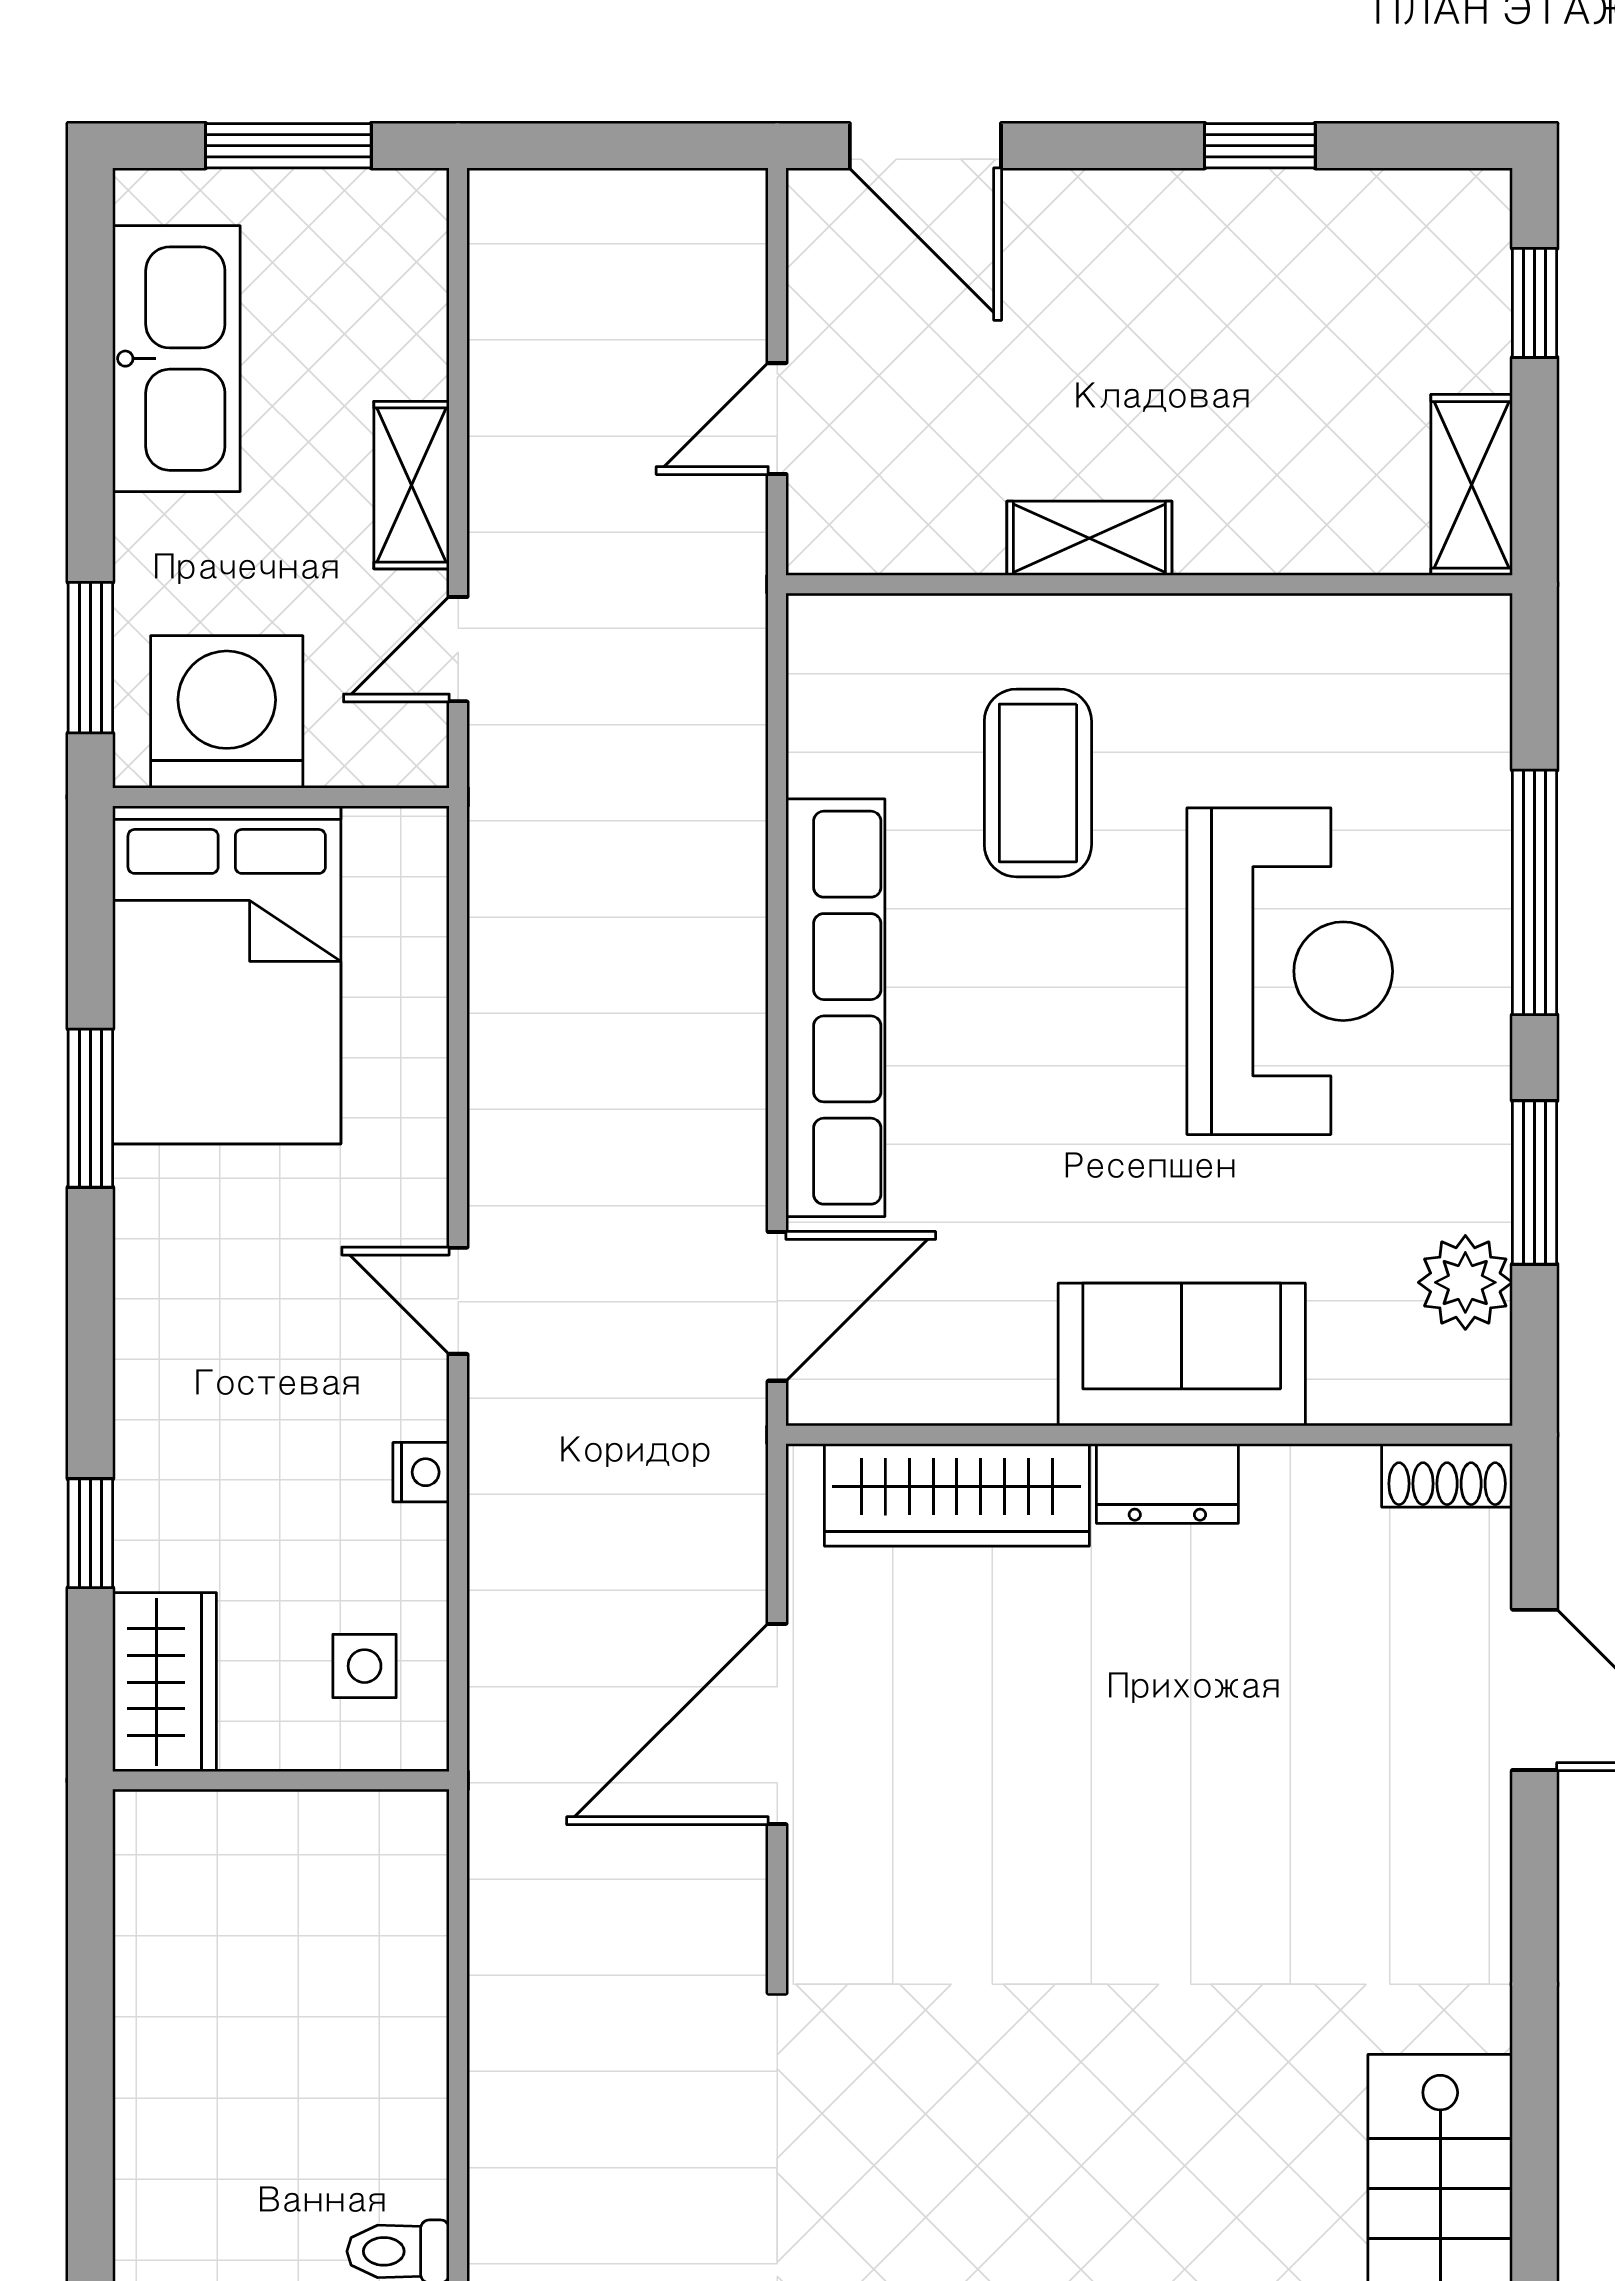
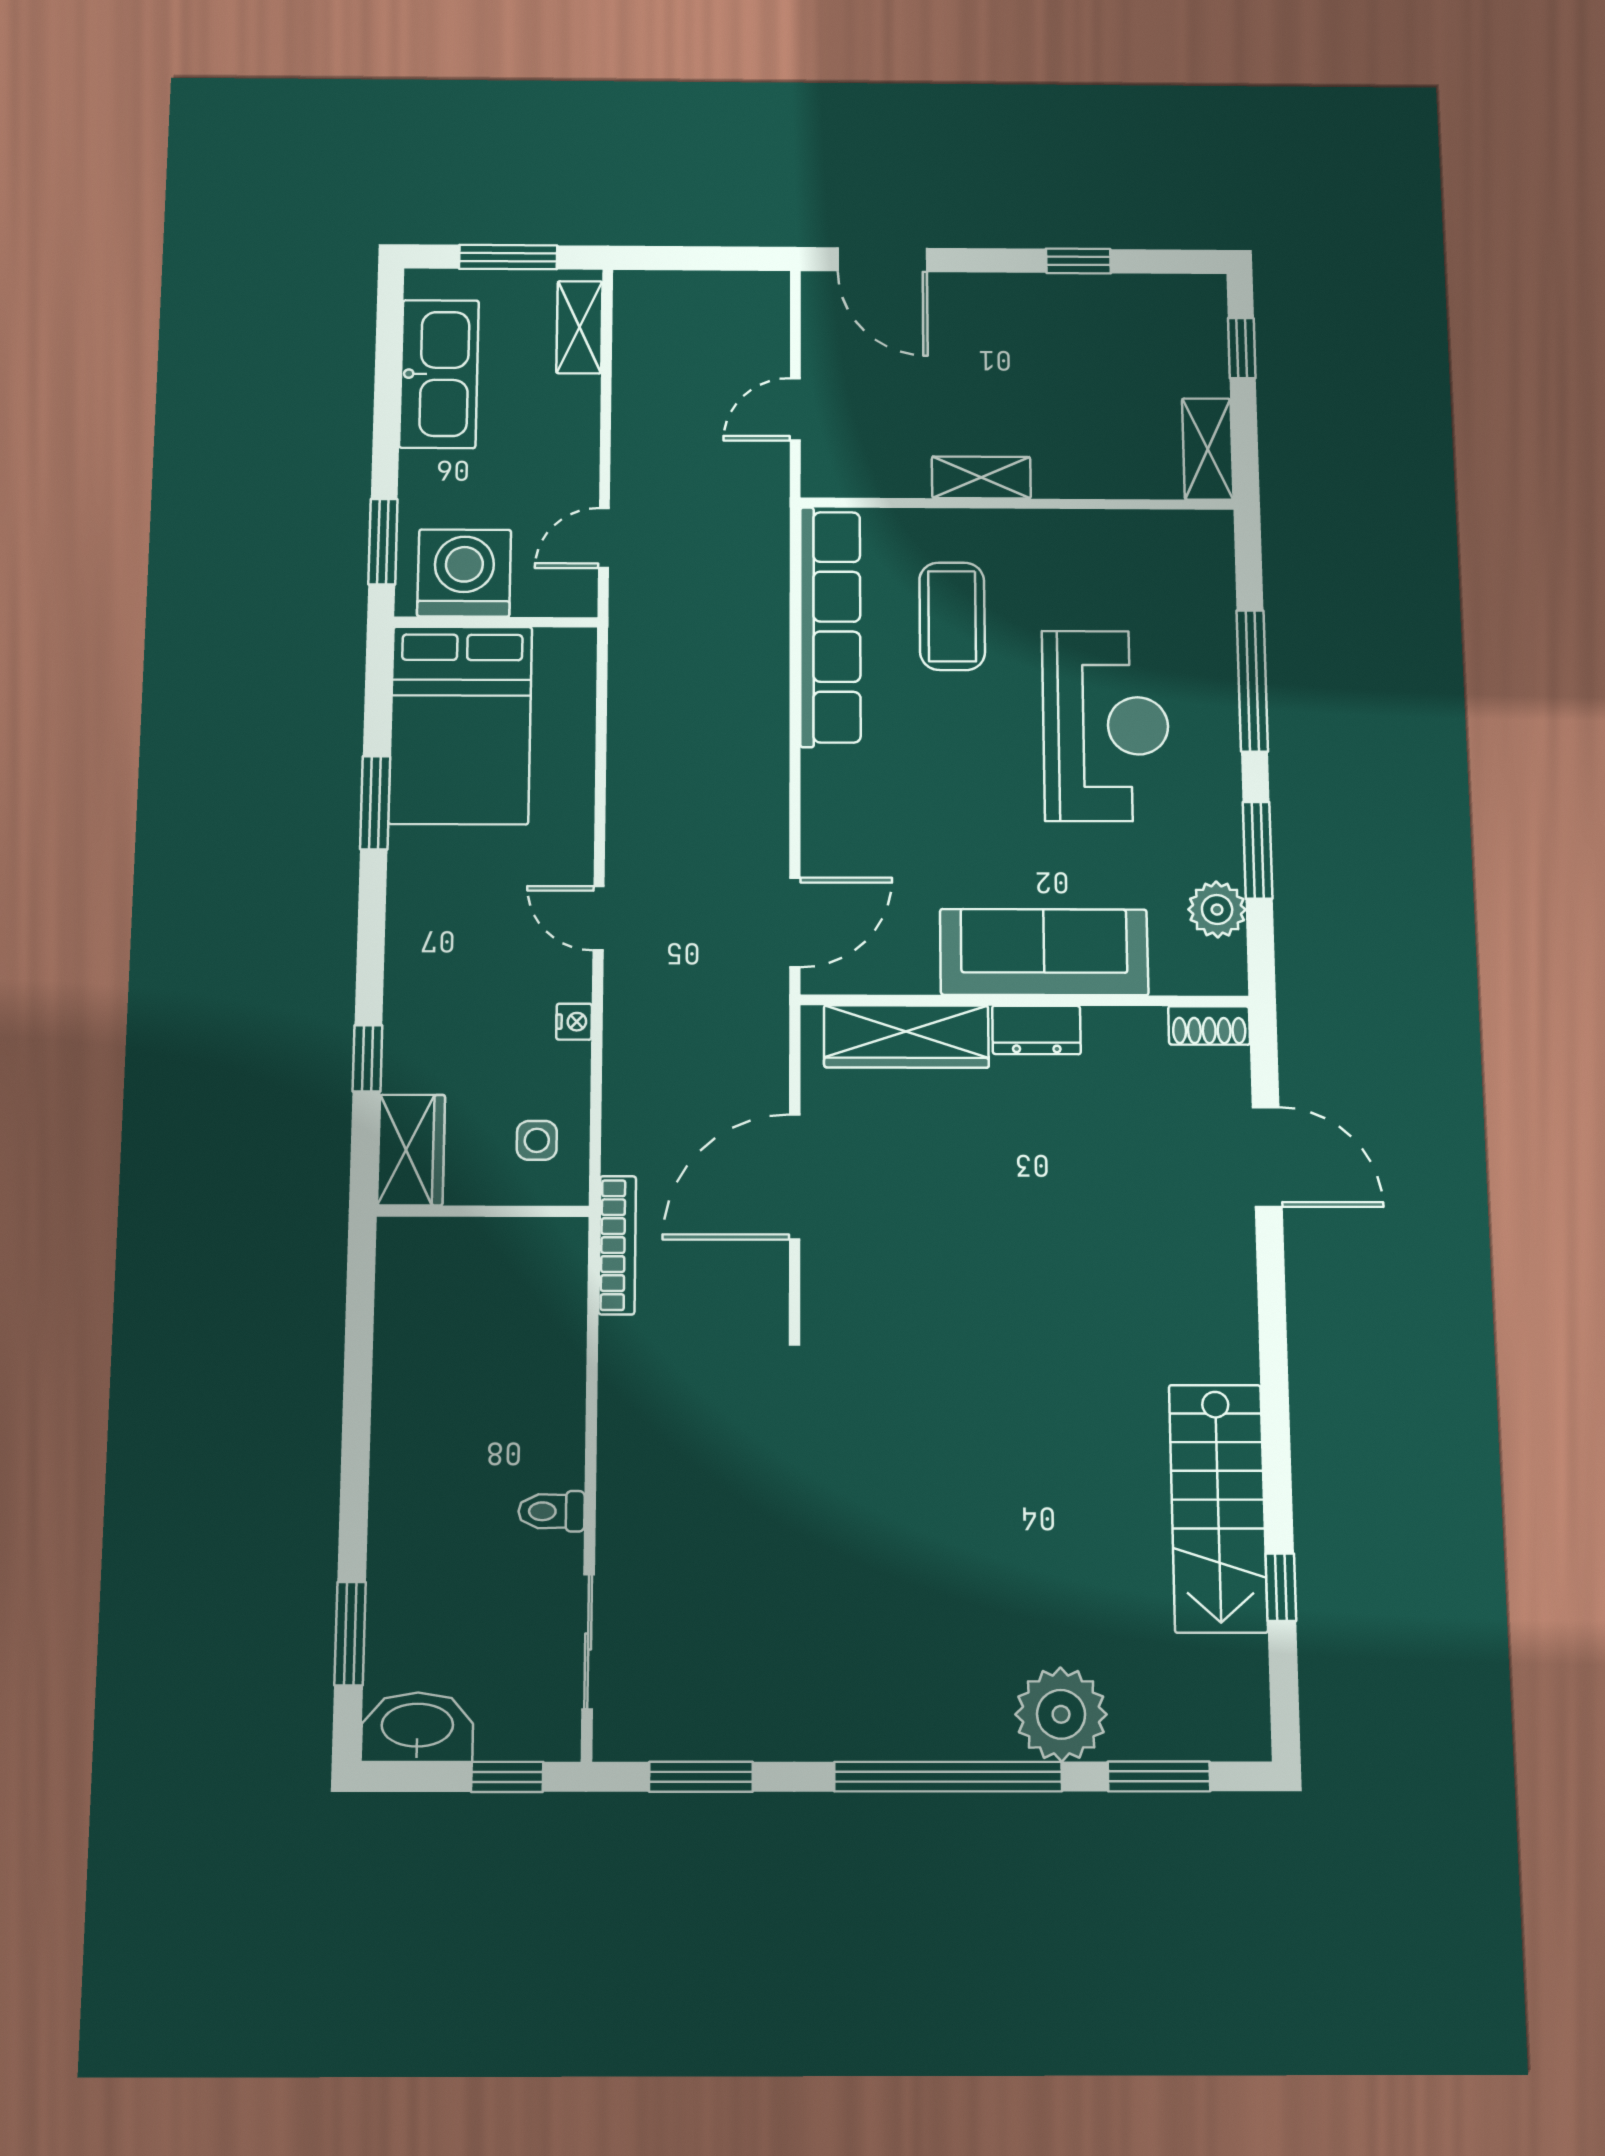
shelving: (412, 485) -> (579, 327), moved
row of seats: (835, 1008) -> (830, 627), moved
sofa: (1182, 1355) -> (1044, 952), width x1.36
bookcase: (495, 1834) -> (617, 1245), added

